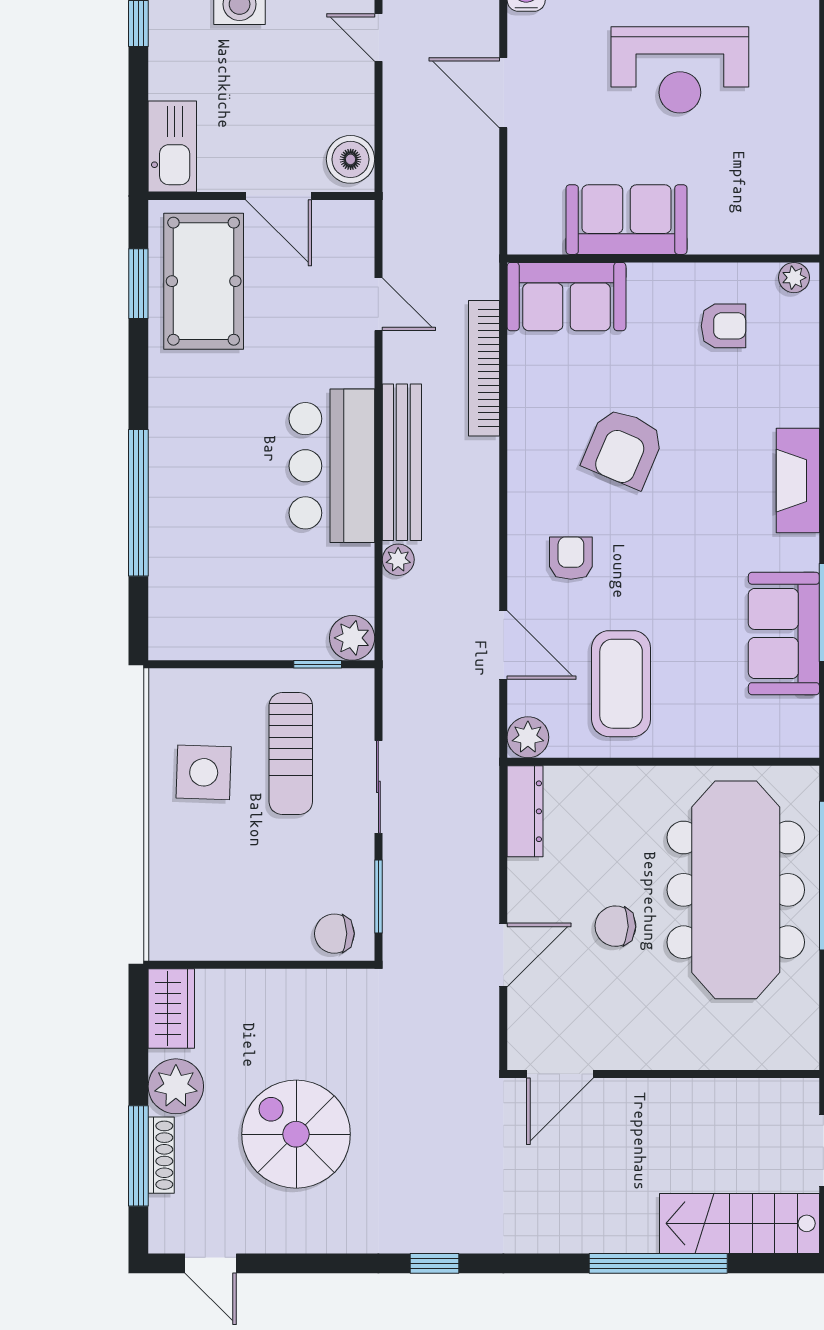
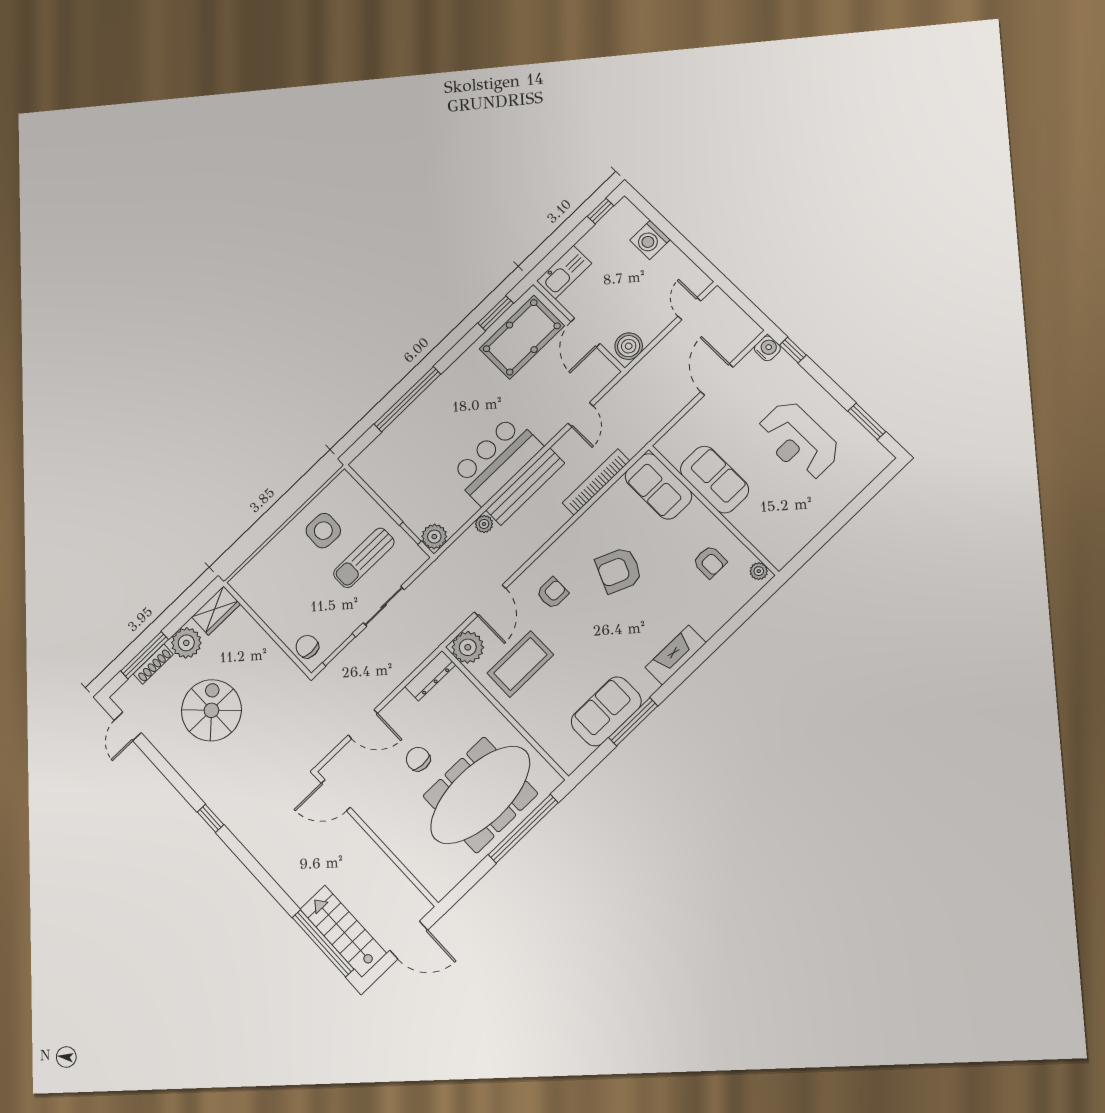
plant: (528, 737) -> (468, 647), width x1.36, depth x1.36
window: (658, 1263) -> (323, 943), moved

